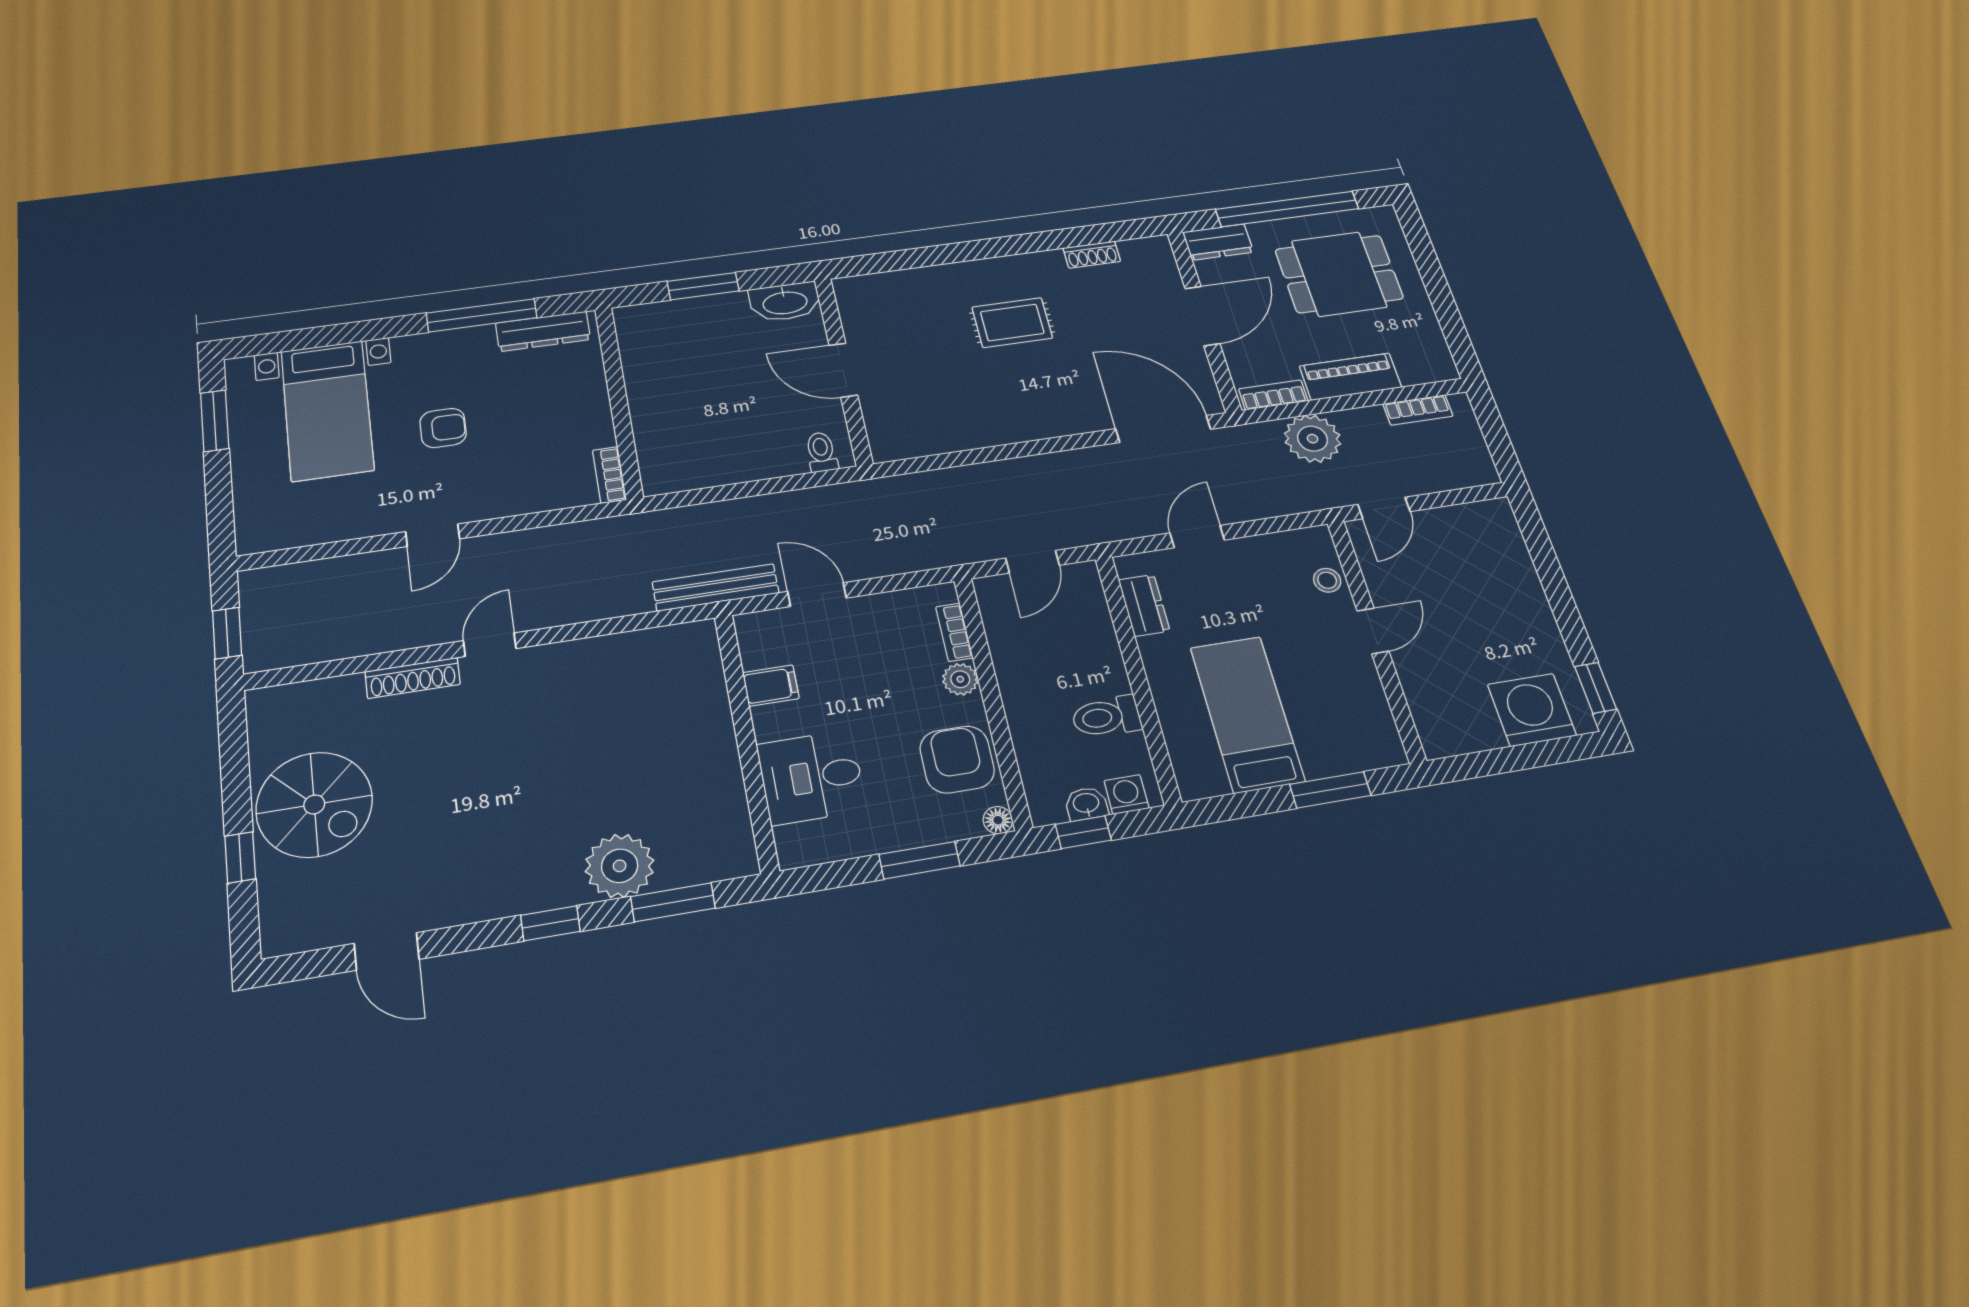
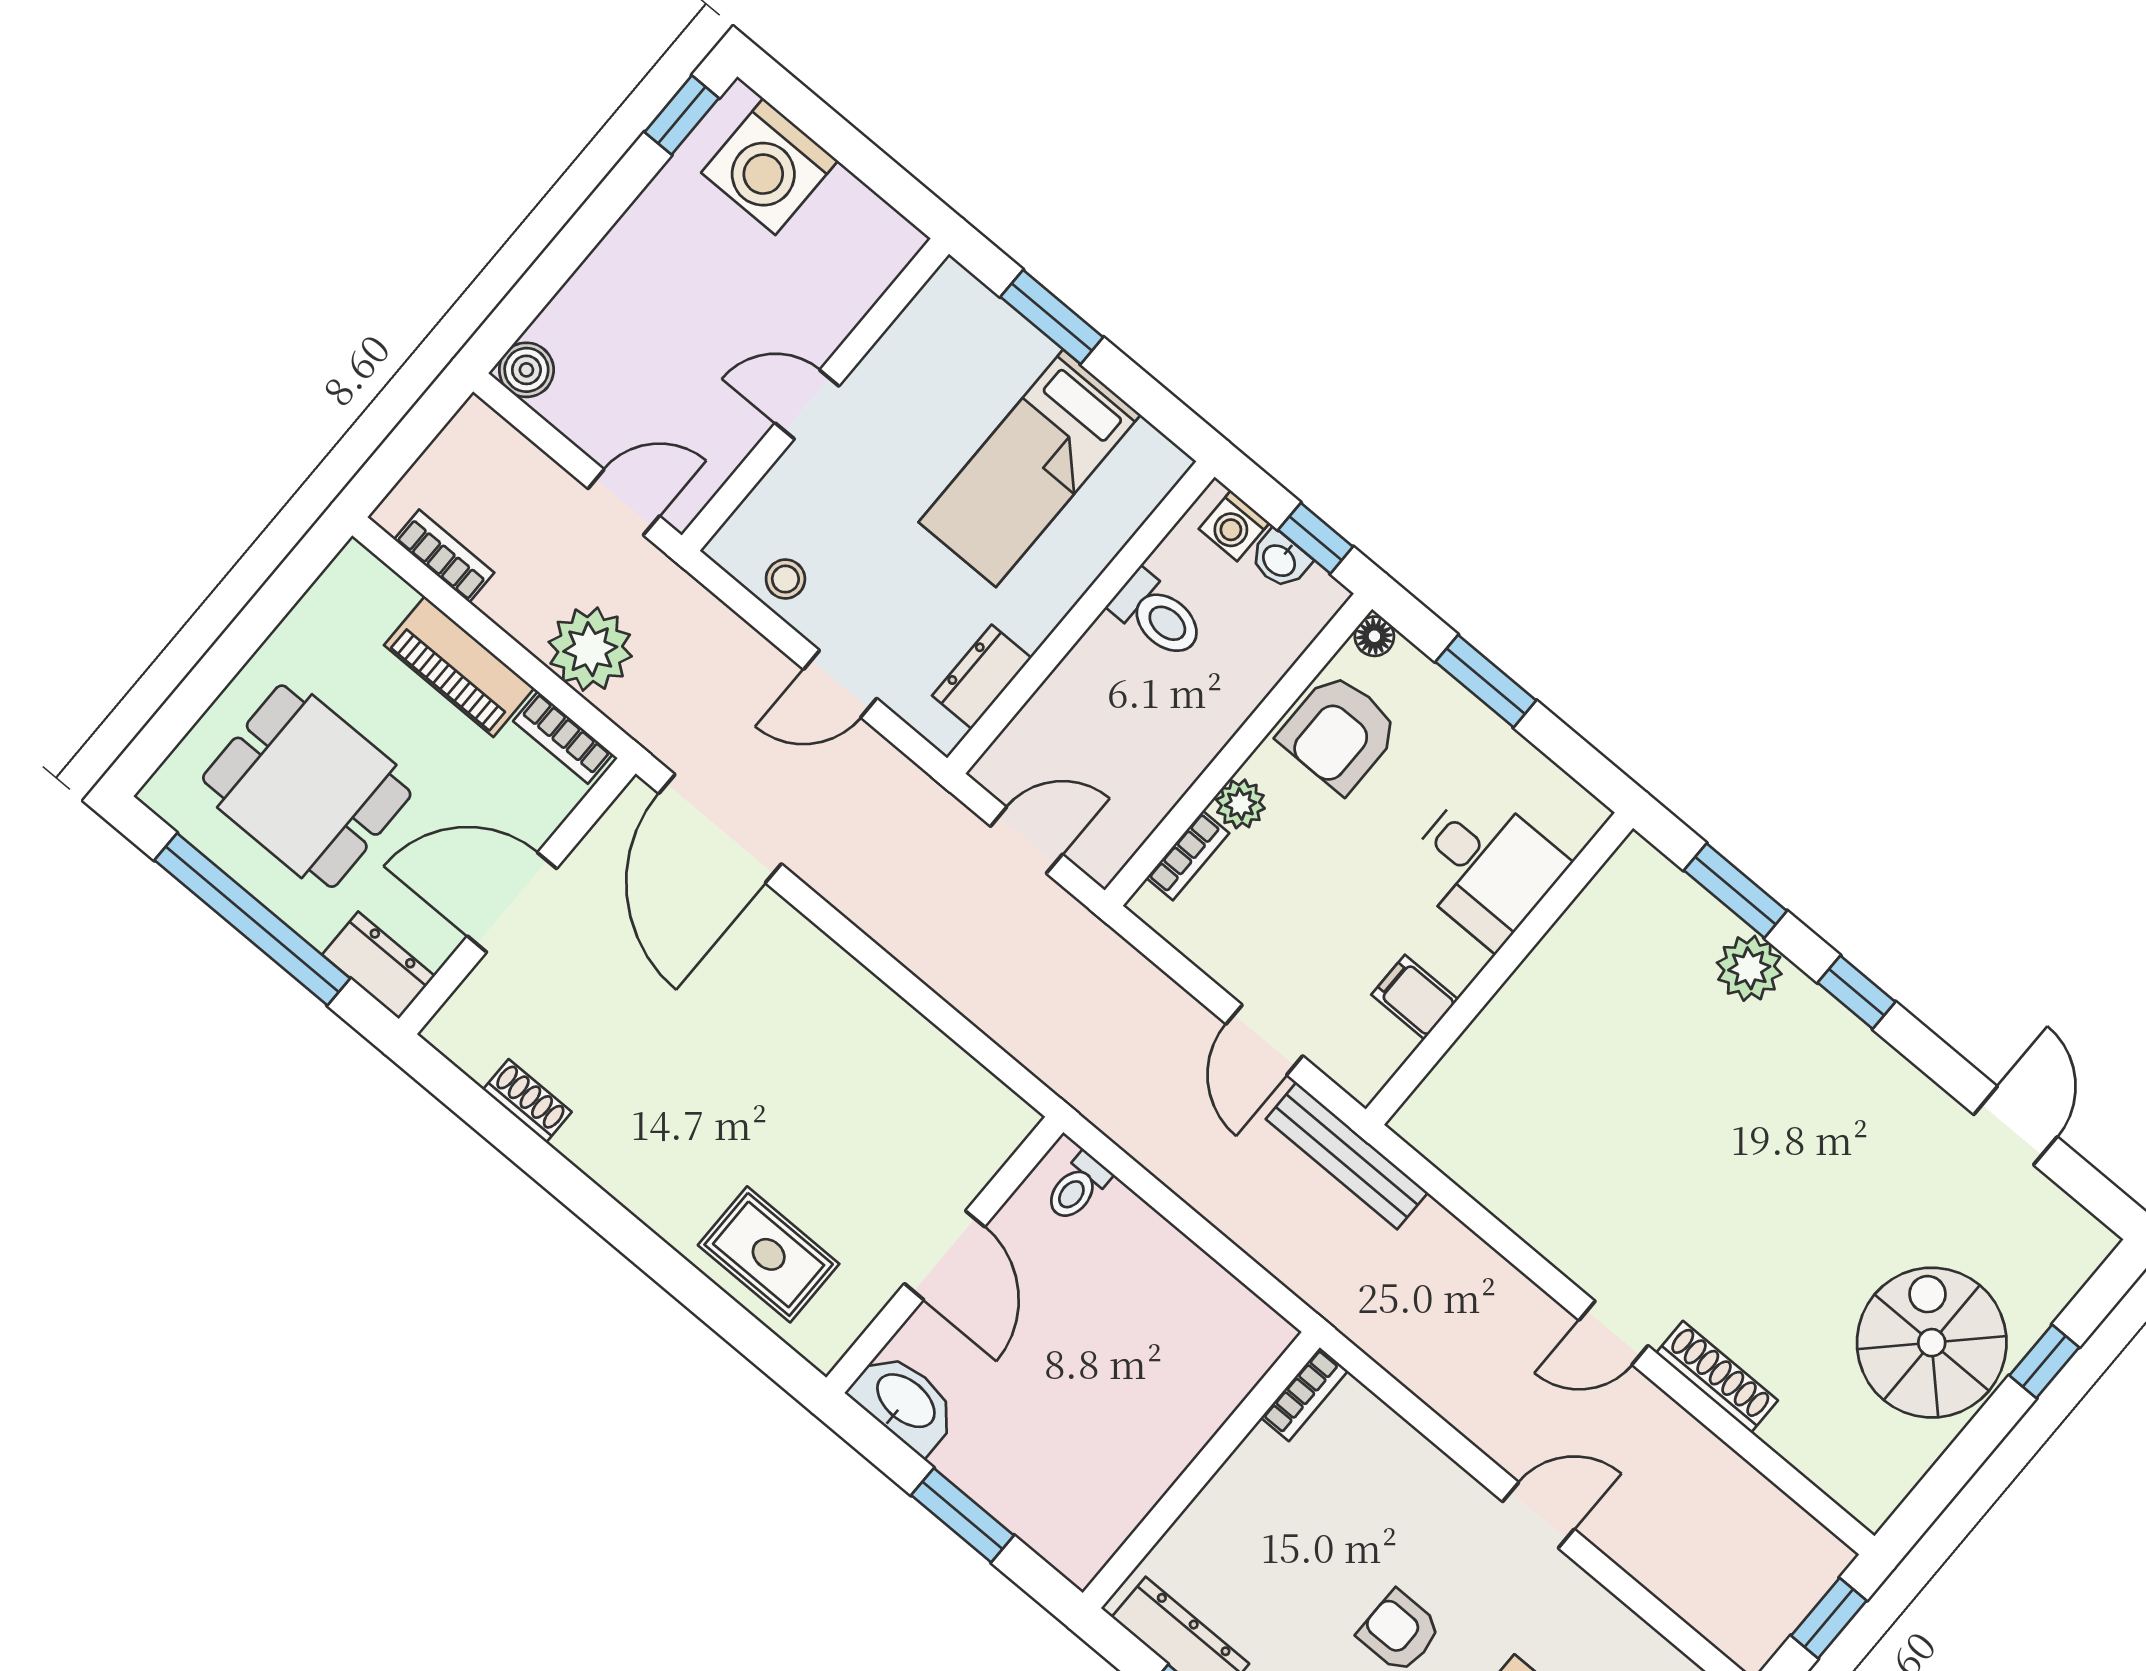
rug: (1012, 323) -> (769, 1254), moved
boiler: (1496, 515) -> (526, 370), added
stool: (1327, 580) -> (785, 579), moved
plant: (620, 866) -> (1749, 968), width x0.73, depth x0.73

